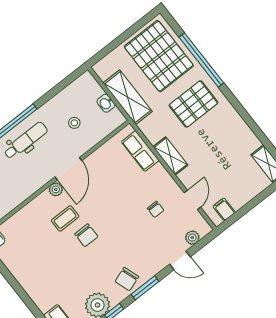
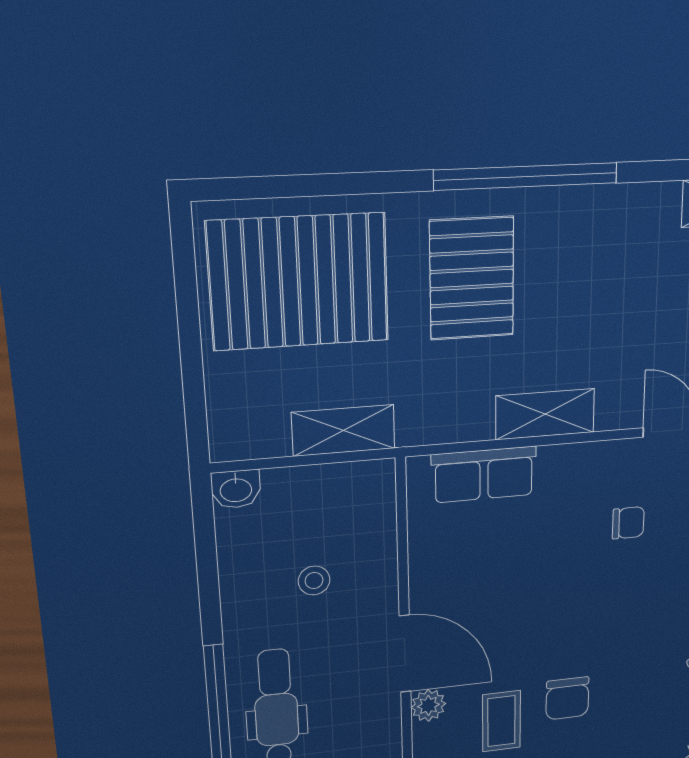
window: (201, 60) -> (526, 176), moved
shelving: (128, 97) -> (343, 430), width x0.67, depth x0.75
washbasin: (106, 103) -> (236, 489), moved
chair: (86, 235) -> (567, 698), turned 90

